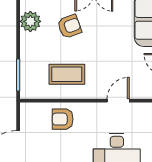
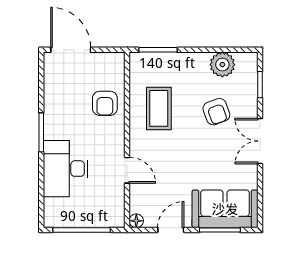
armchair: (63, 119) -> (105, 103), turned 180

